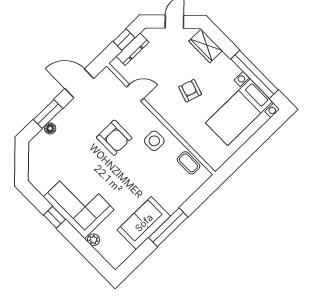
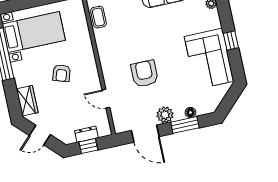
dresser: (132, 49) -> (86, 134), width x0.70
plant: (72, 112) -> (165, 115), added
side table: (154, 141) -> (115, 51), removed
corner sofa: (79, 203) -> (209, 59), moved

